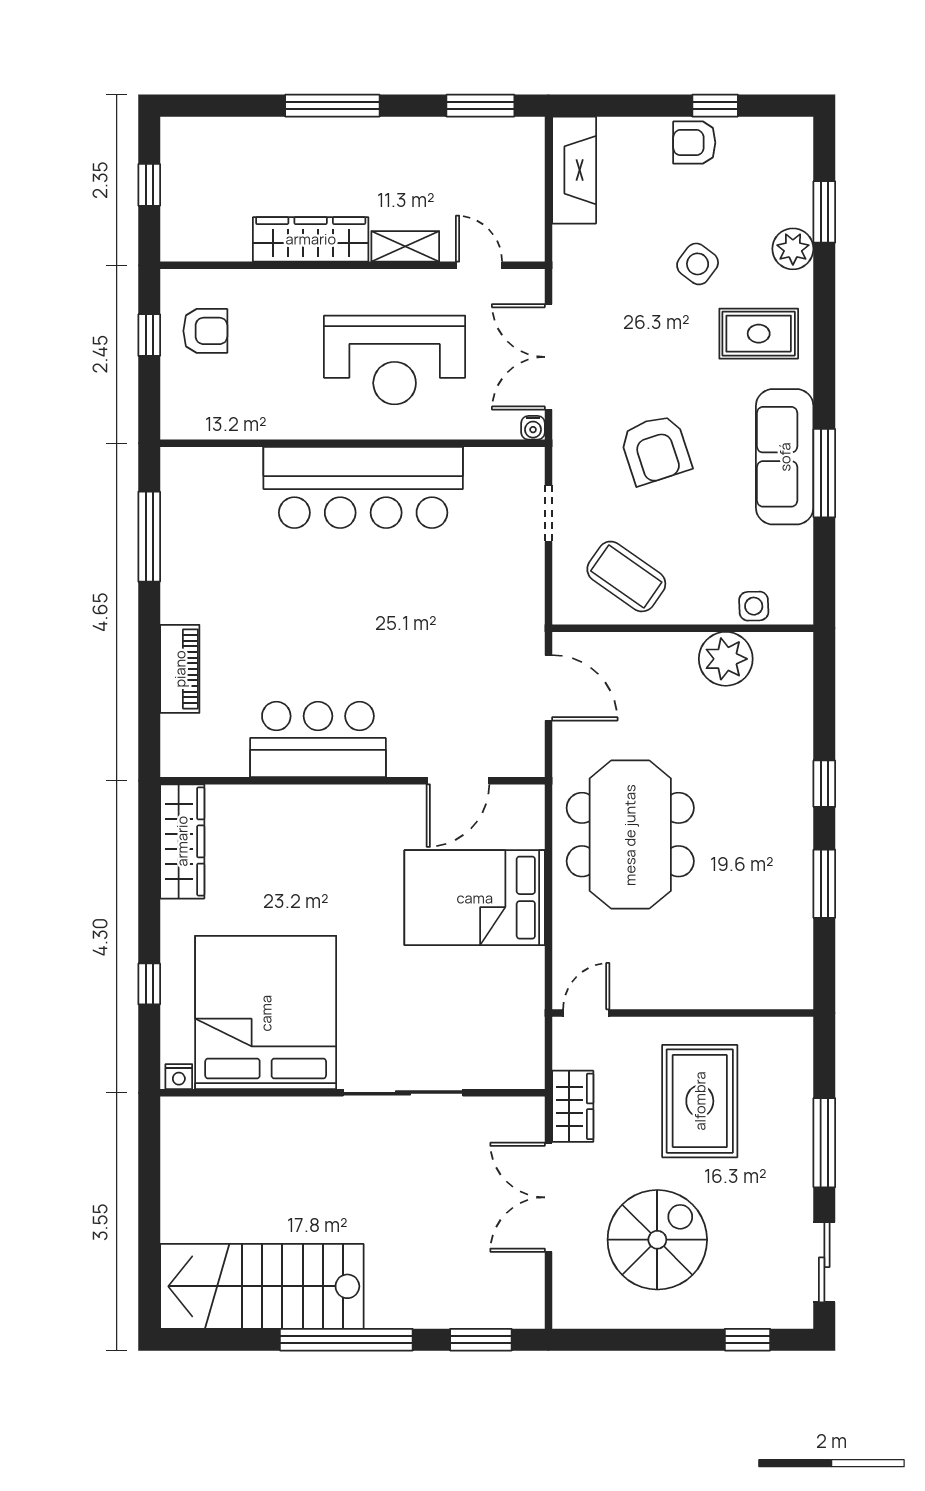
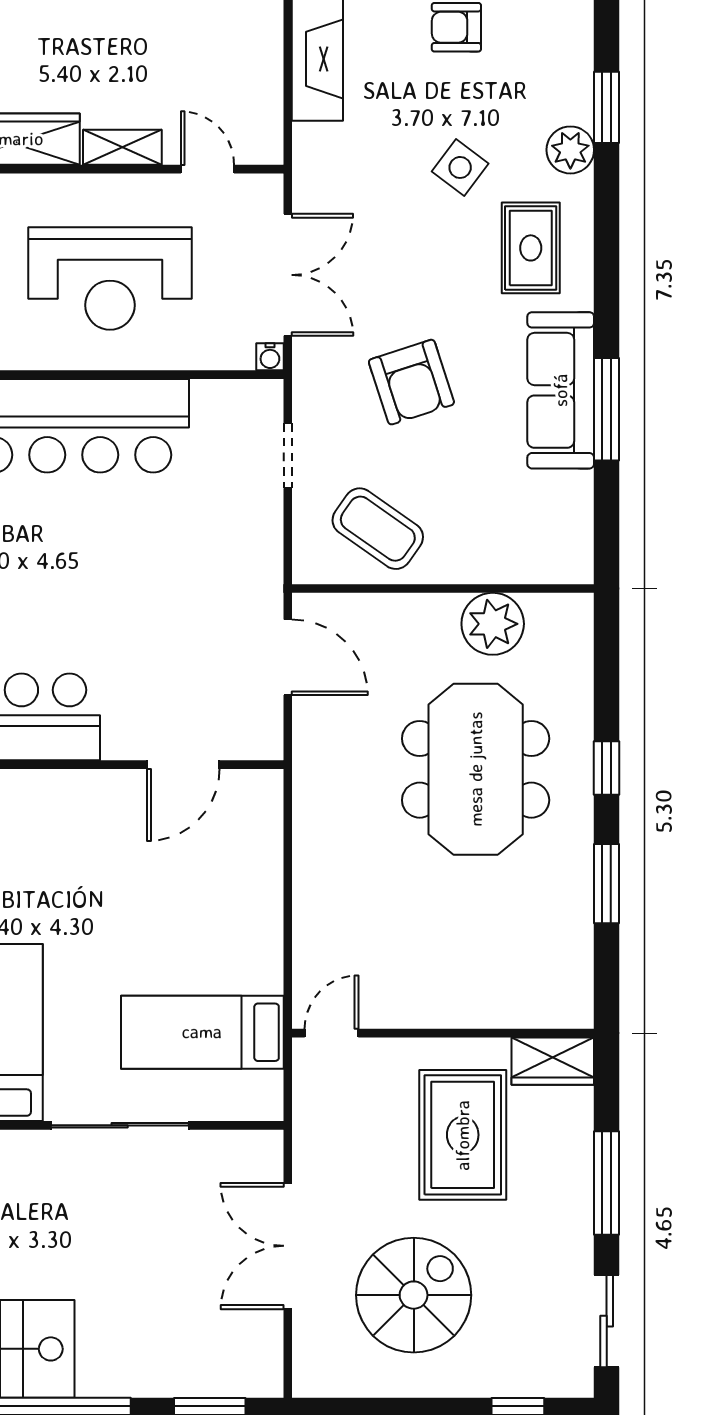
rug: (759, 334) -> (531, 248), turned 90
double door: (548, 357) -> (288, 275), swing flipped
side table: (754, 606) -> (525, 563), removed
meeting table: (630, 835) -> (476, 769), moved
bed: (475, 898) -> (202, 1032), moved, width x0.67
wardrobe: (573, 1106) -> (553, 1061), moved, turned 90

